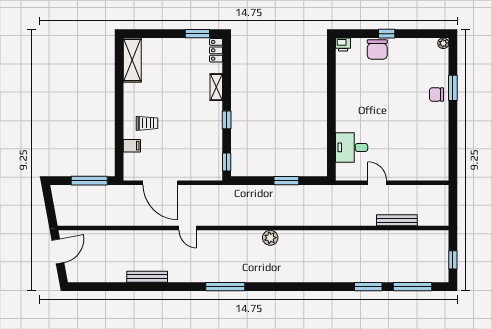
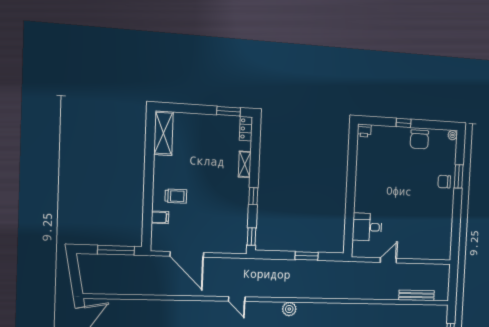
chair: (377, 50) -> (419, 139), moved
door: (377, 183) -> (388, 260), hinge flipped
bench: (397, 220) -> (416, 295), moved
door: (188, 228) -> (237, 299), moved

